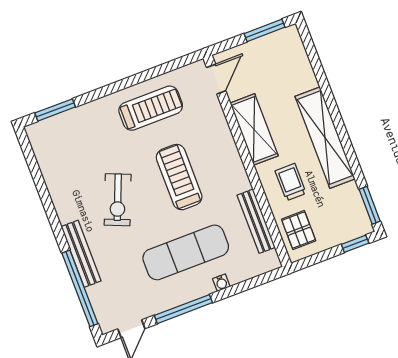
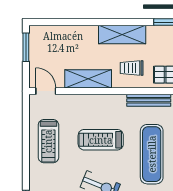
treadmill: (151, 108) -> (48, 141), turned 180
shelving: (325, 138) -> (122, 34), width x0.68

